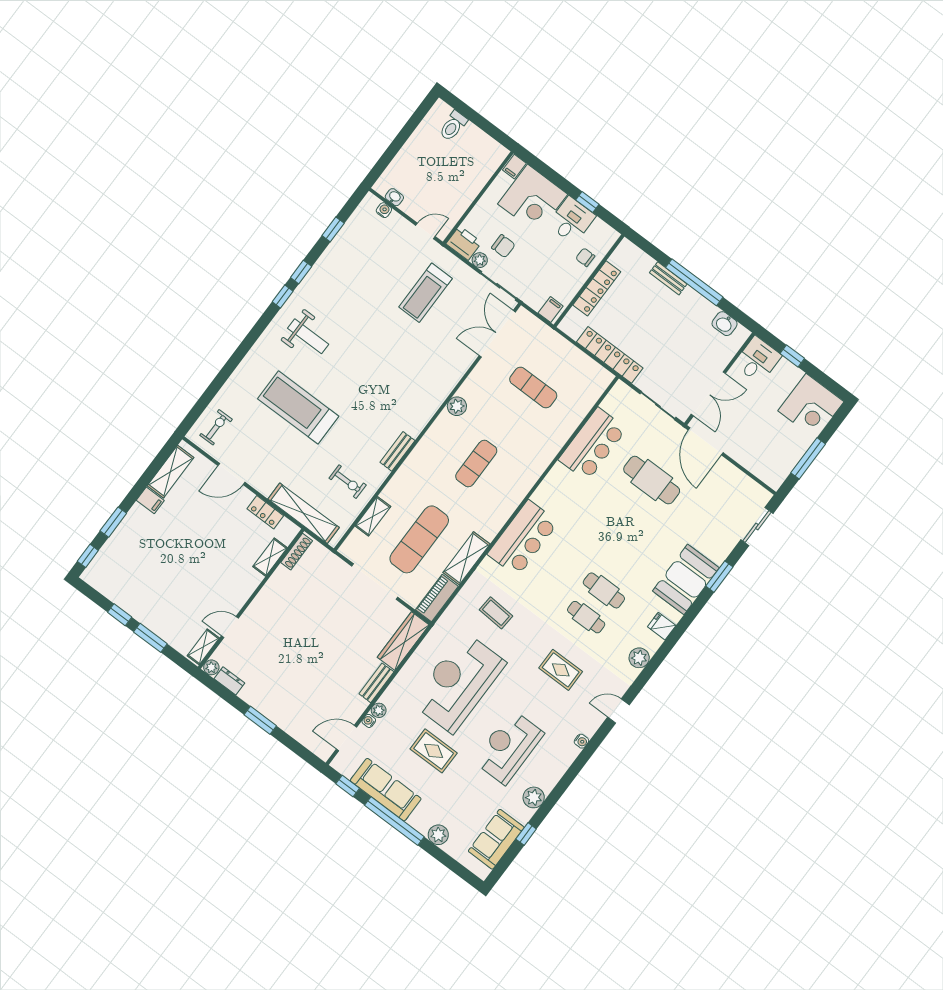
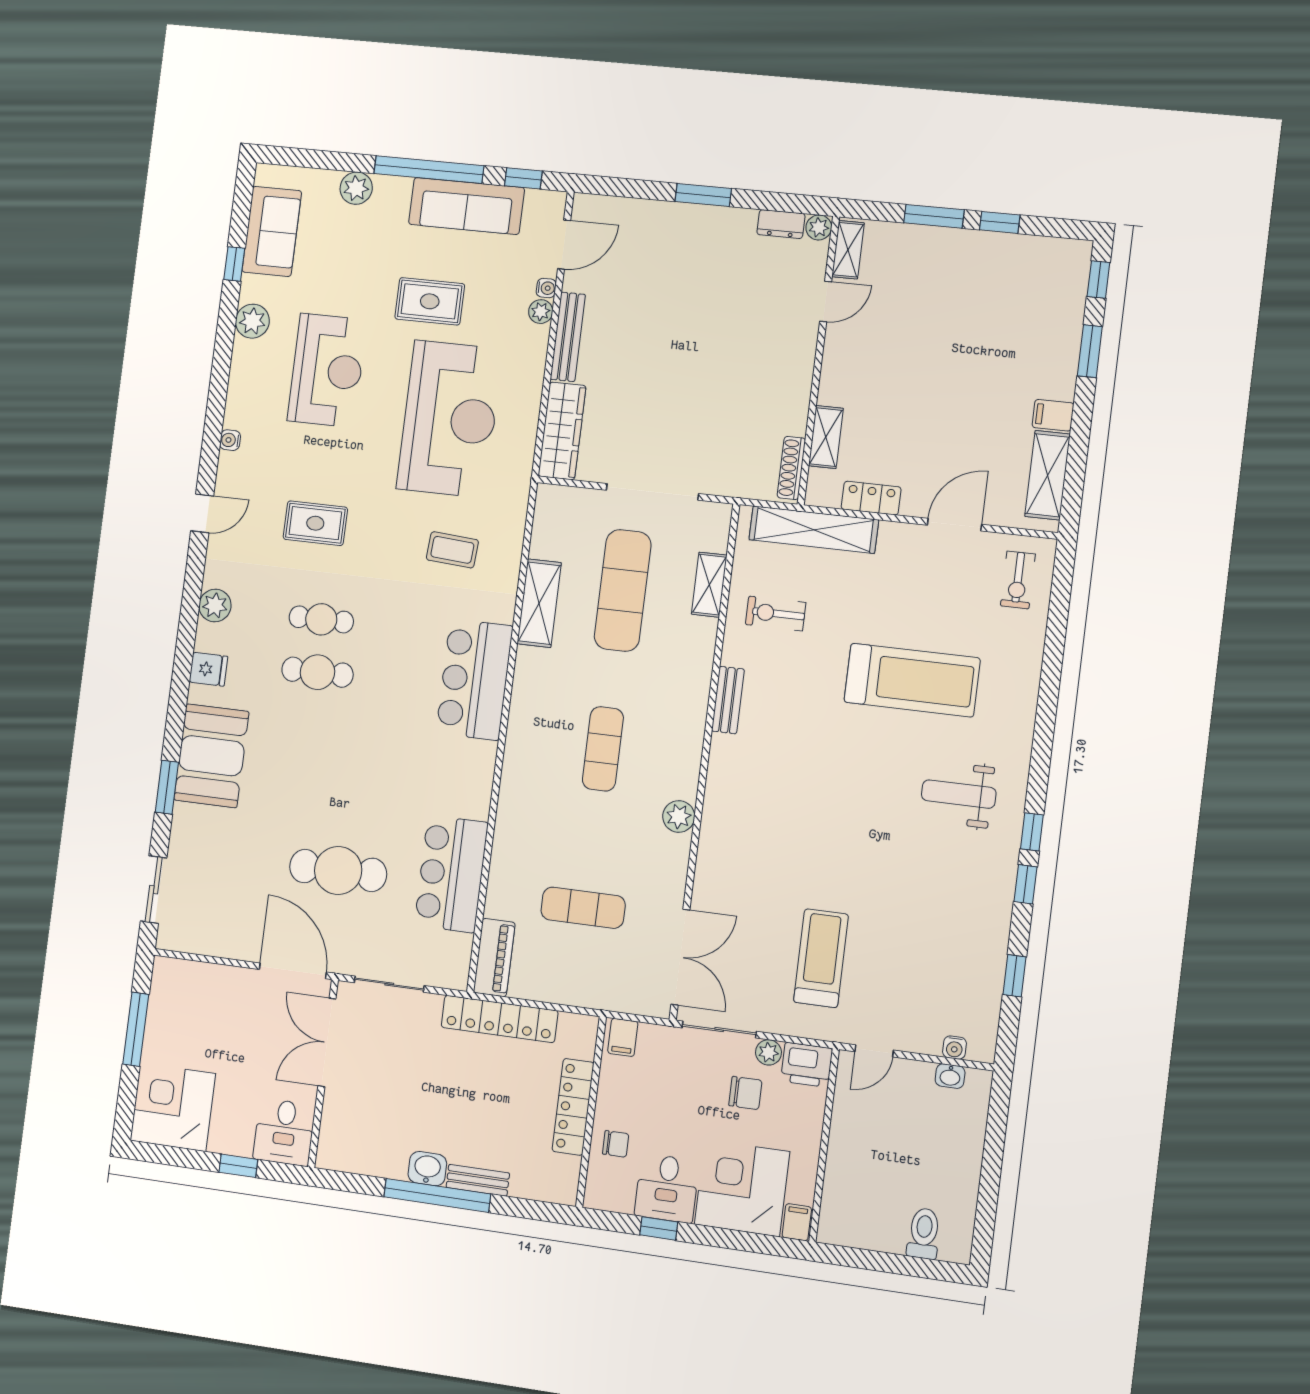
chair: (503, 246) -> (745, 1093), turned 180
washbasin: (725, 324) -> (427, 1169), moved
piano: (437, 598) -> (494, 958), moved
bench: (376, 683) -> (568, 337), width x1.36

